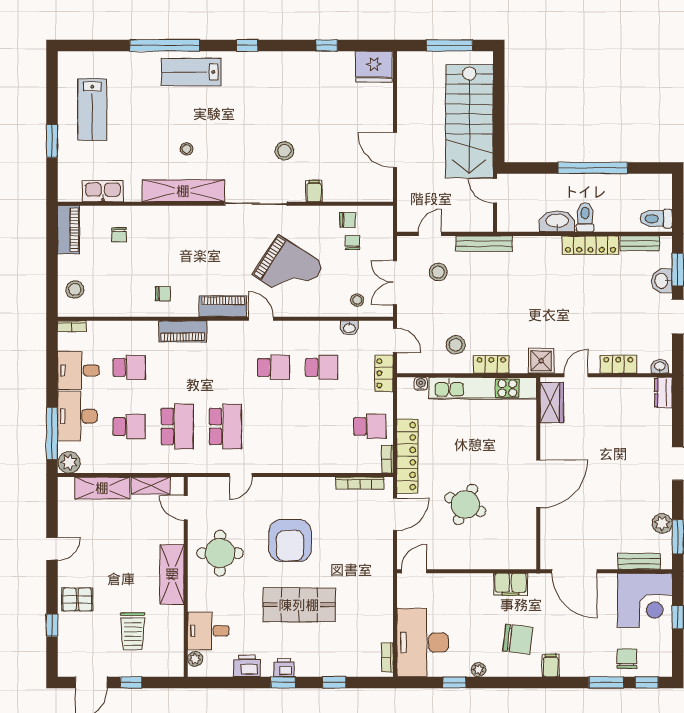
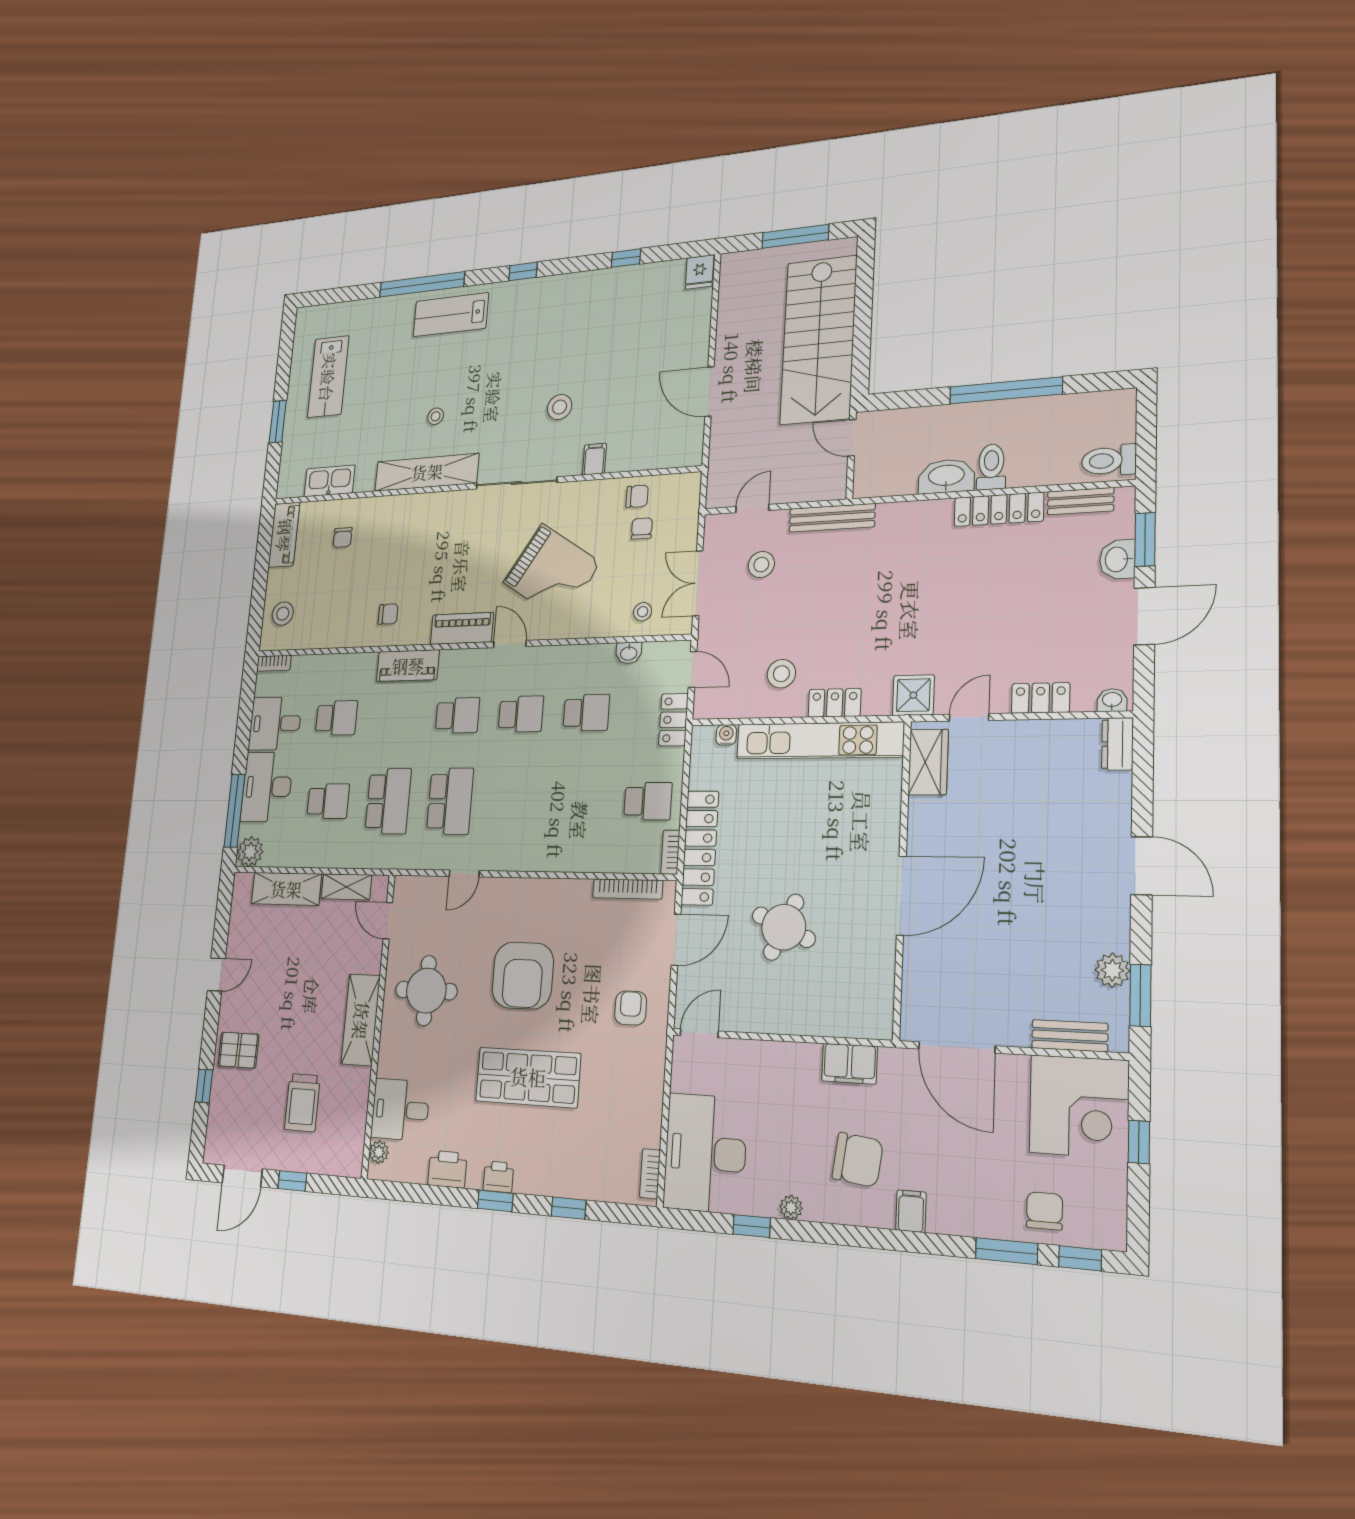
fridge: (374, 67) -> (700, 272), width x0.53, depth x0.75
school desk: (225, 367) -> (457, 715), added
armchair: (367, 558) -> (631, 1008), added

